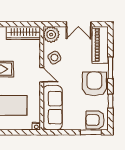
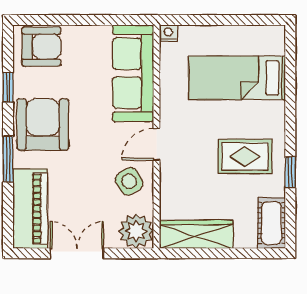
door: (42, 75) -> (157, 144), hinge flipped
armchair: (94, 84) -> (43, 124), turned 180
window: (91, 132) -> (51, 20), removed

